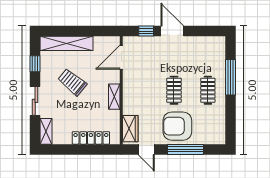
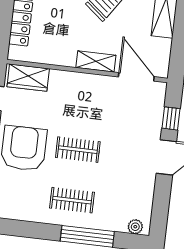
plant: (221, 46) -> (135, 227), added
shelving: (114, 97) -> (96, 61), moved

